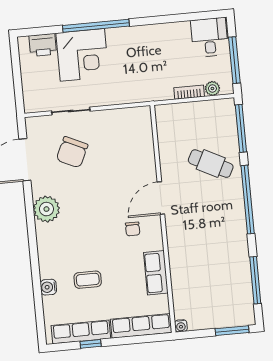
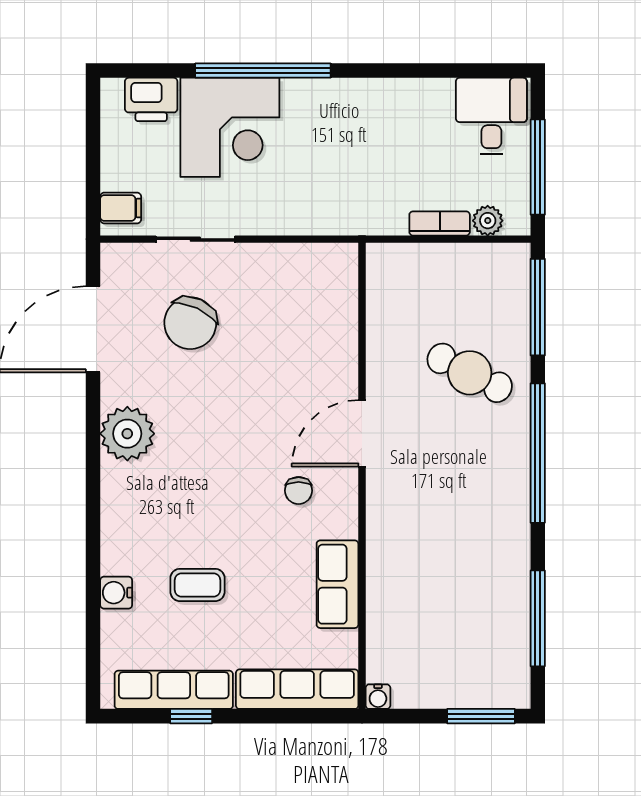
filing cabinet: (33, 99) -> (121, 208), added

